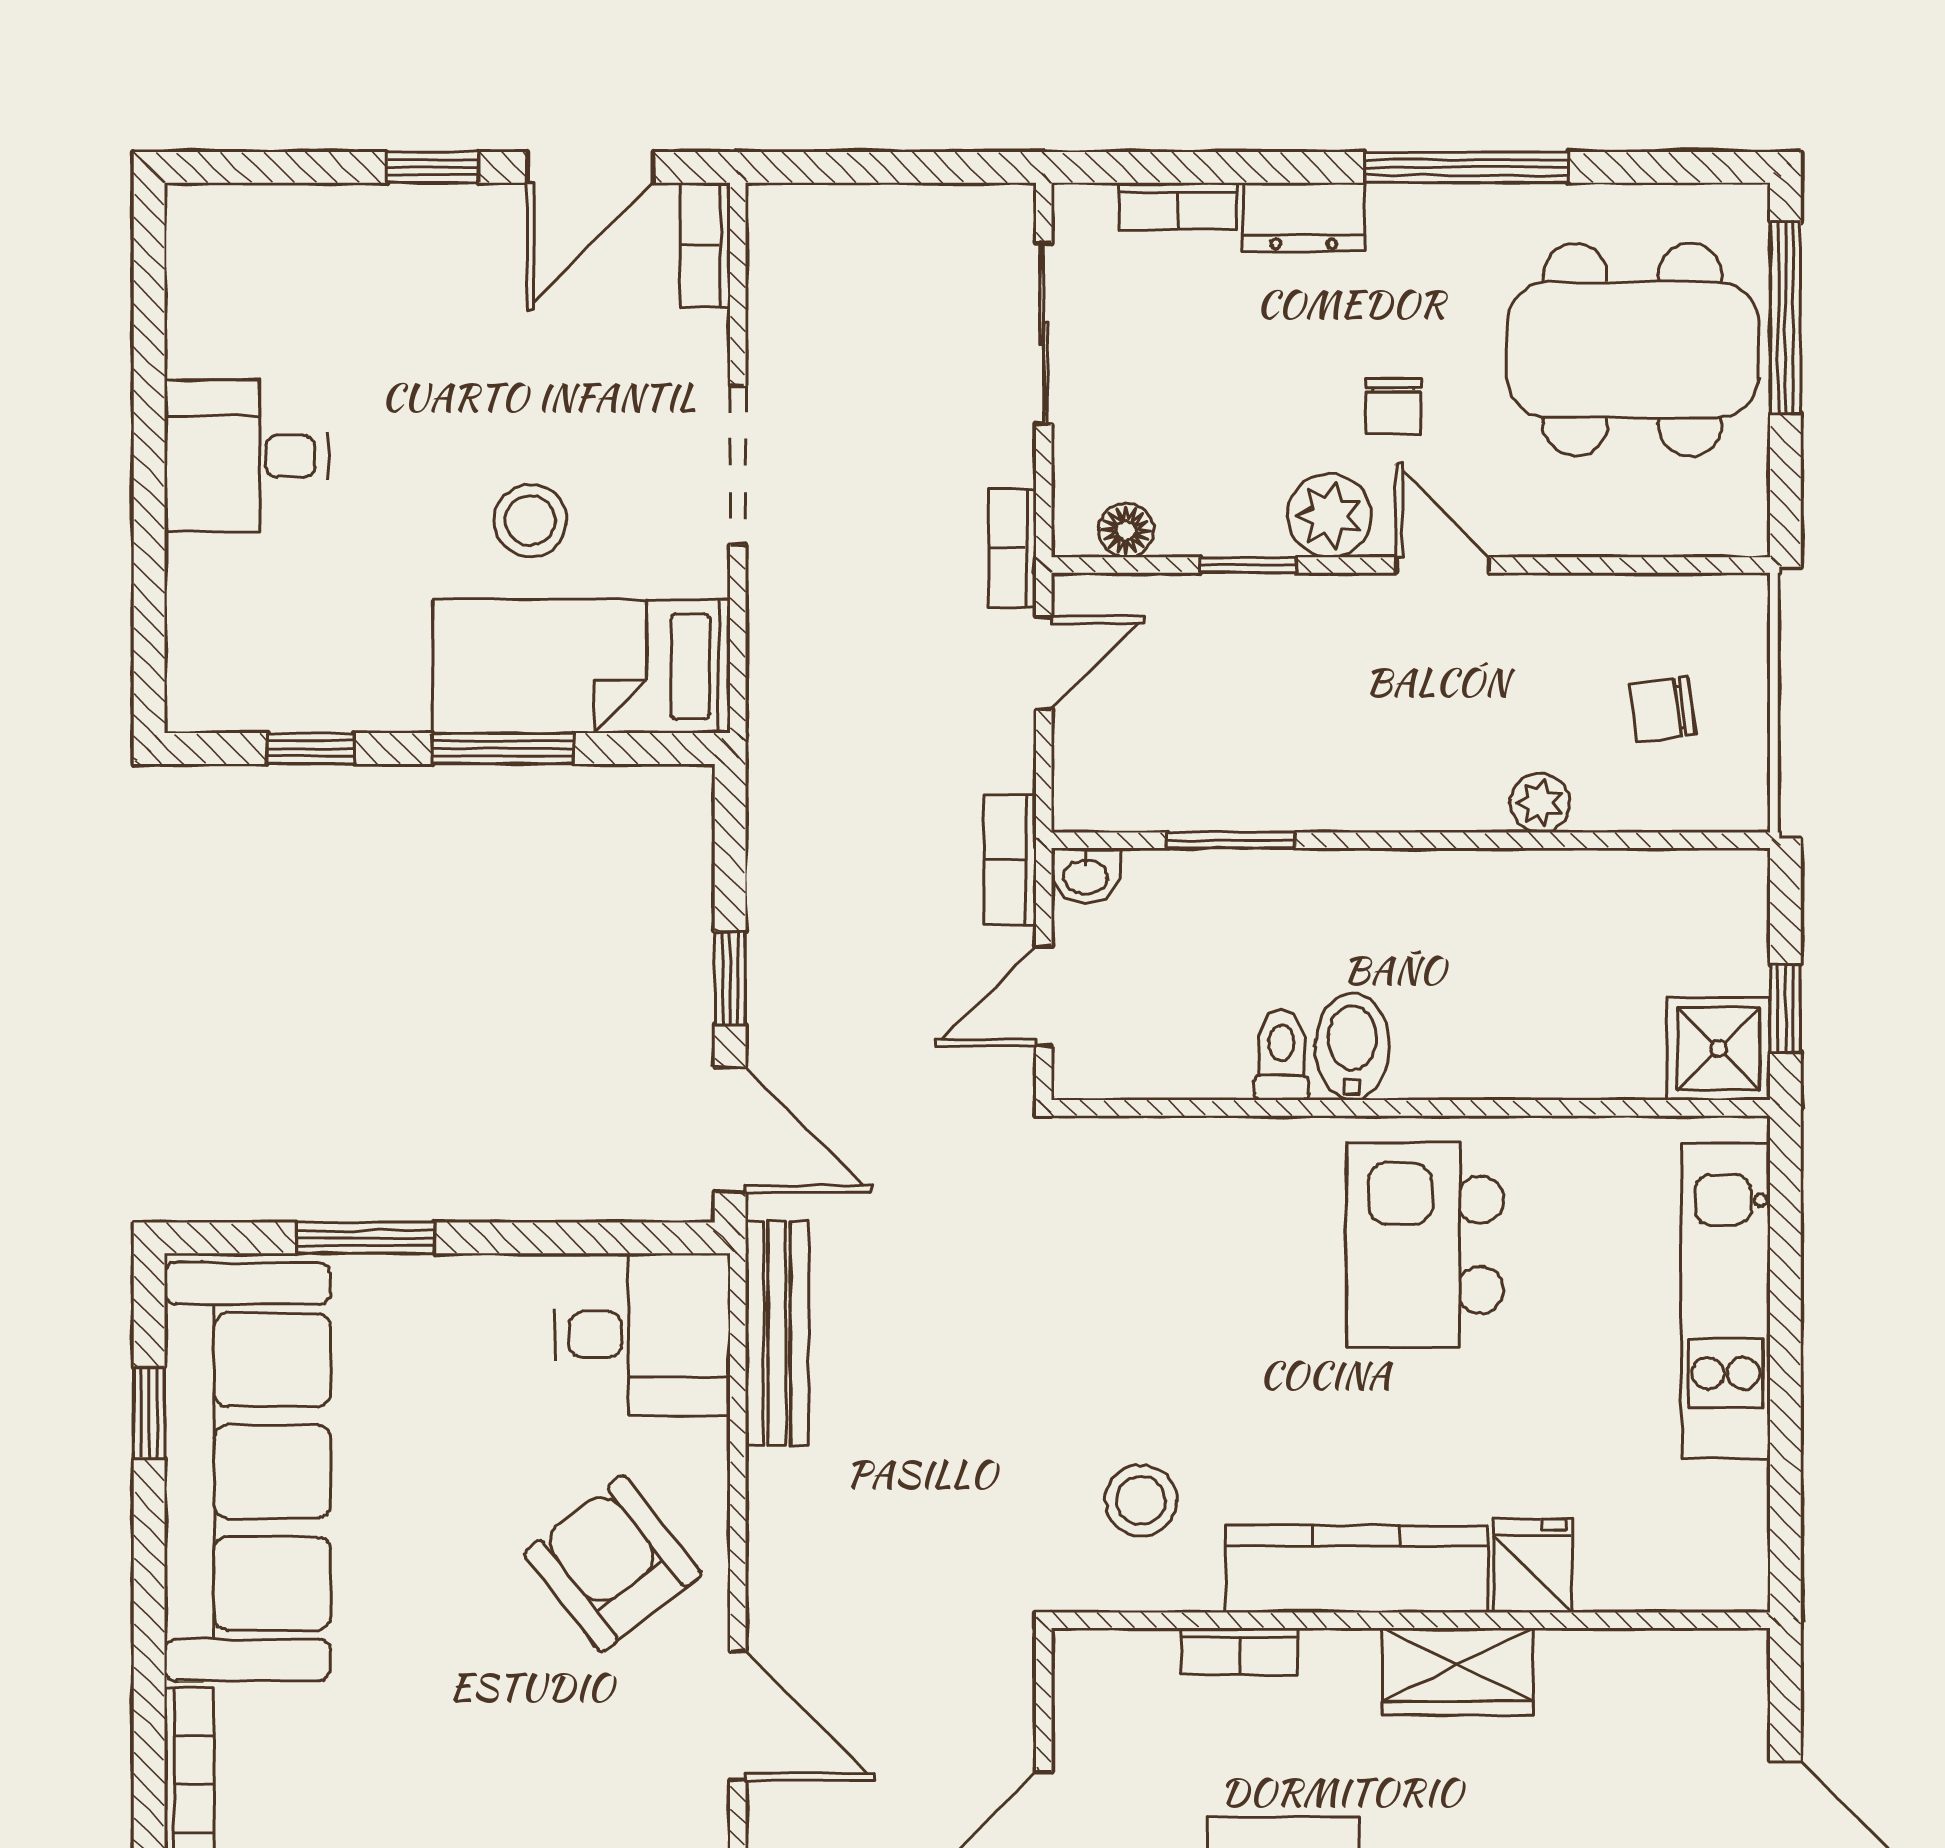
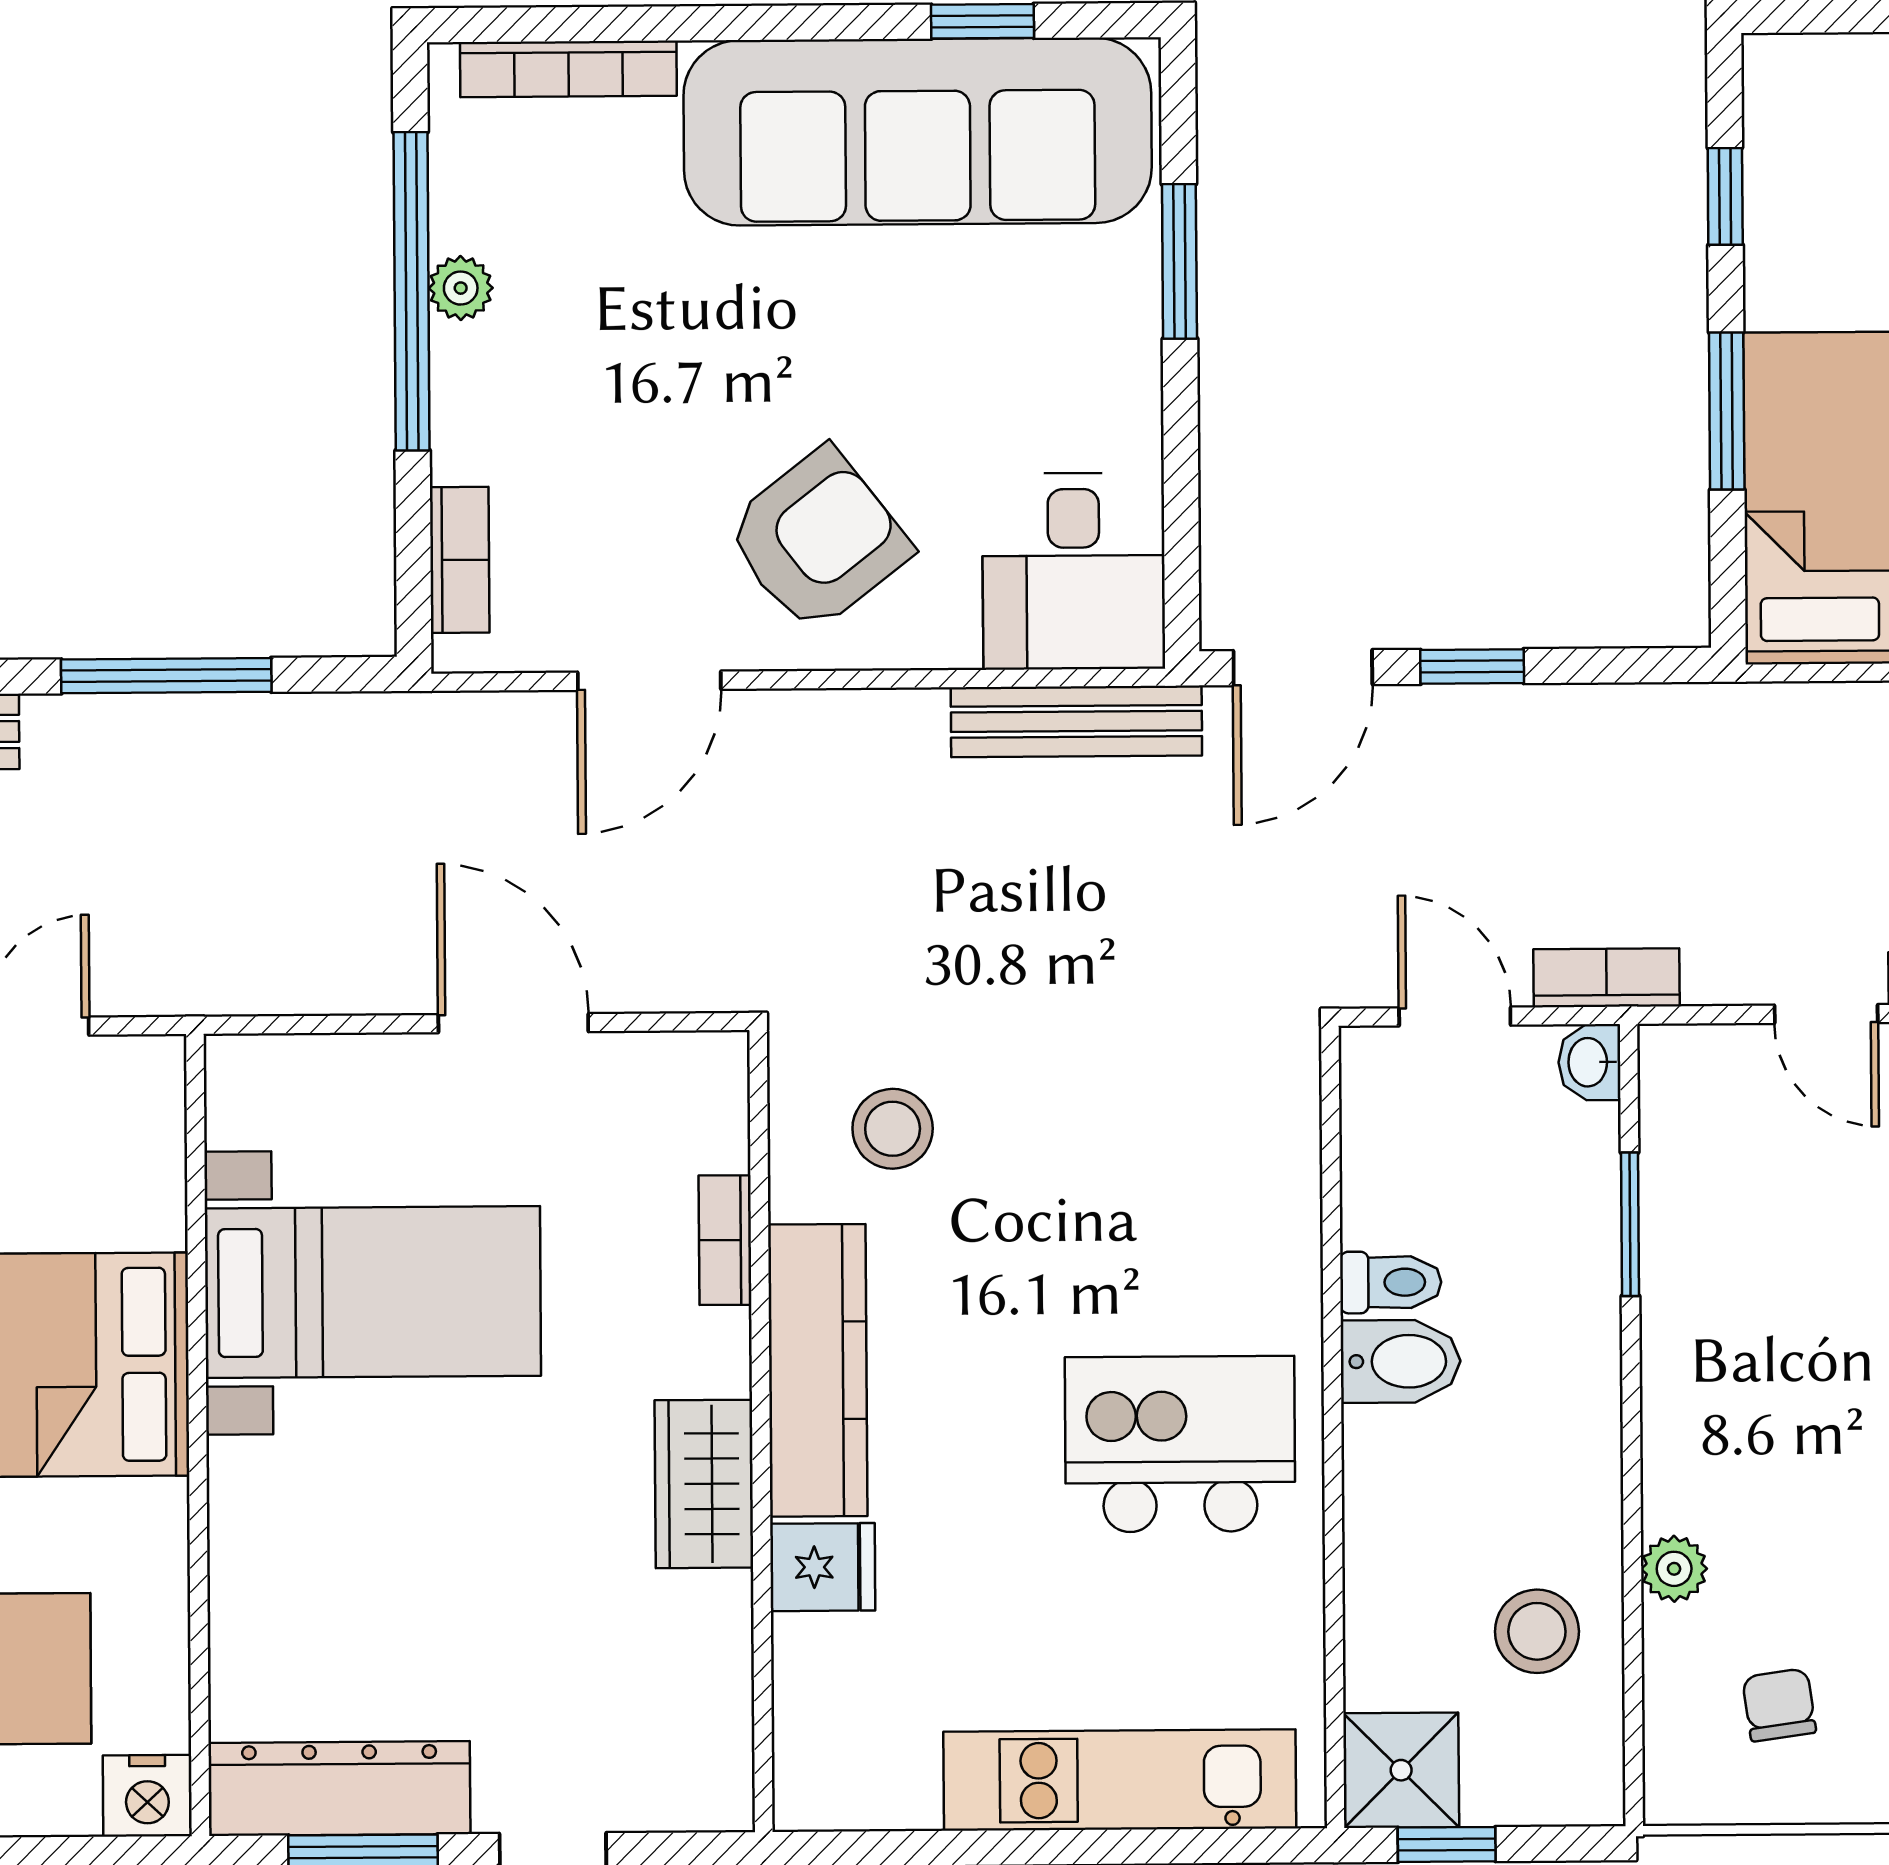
stool: (1595, 926) -> (1537, 1631), added

